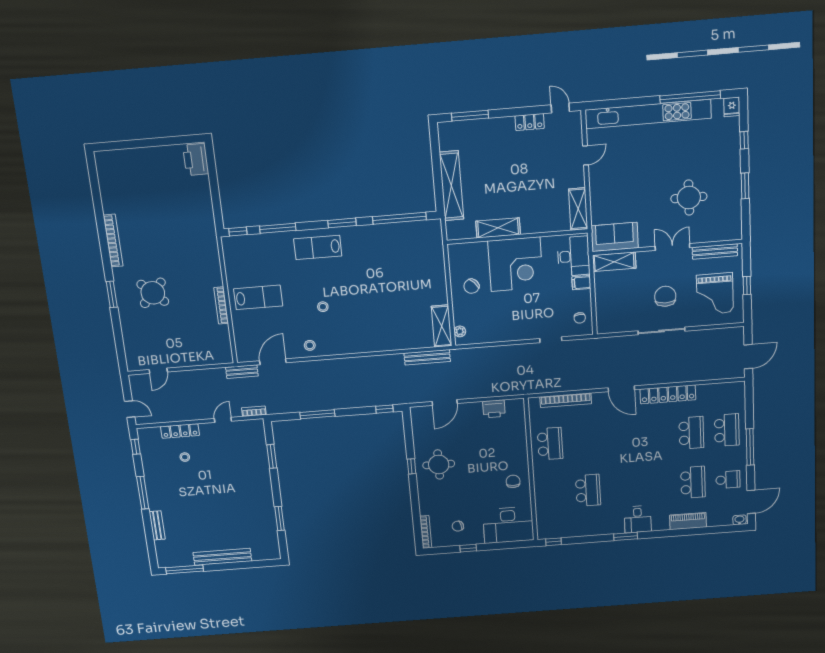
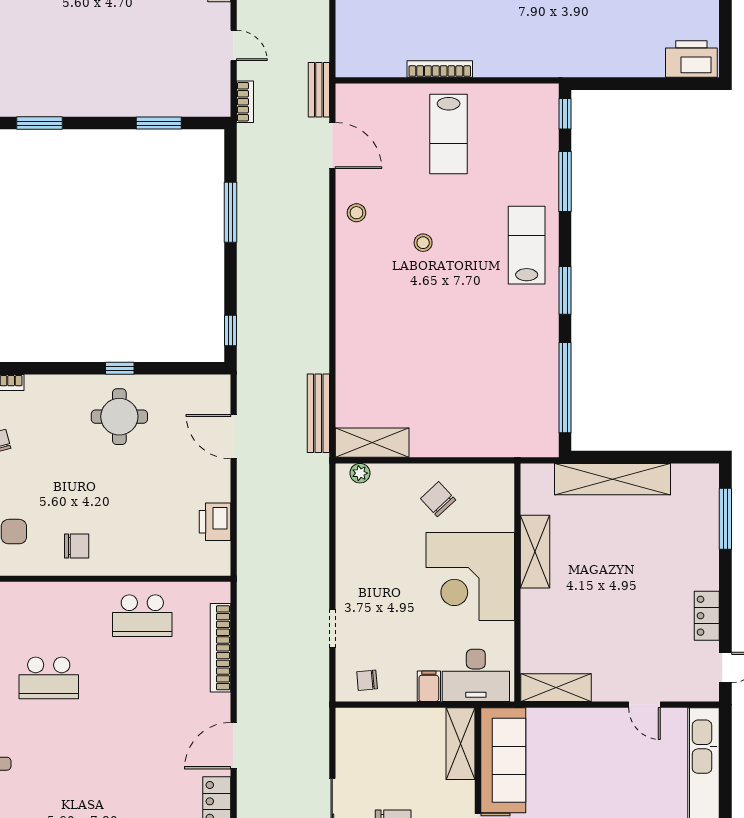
sofa: (615, 237) -> (503, 760), width x1.36

